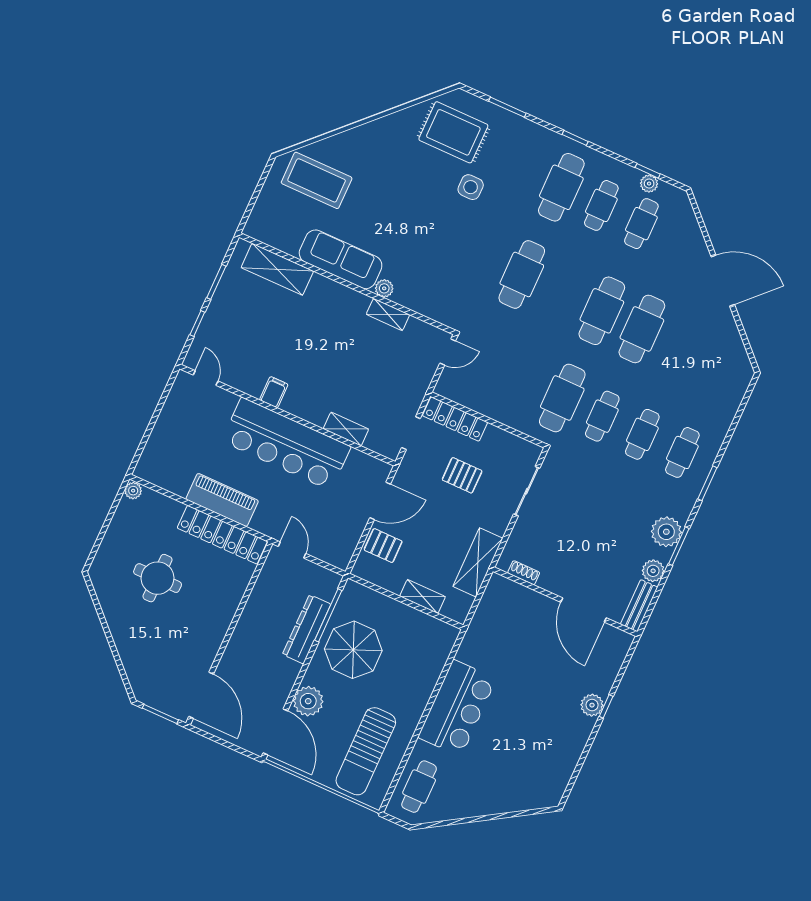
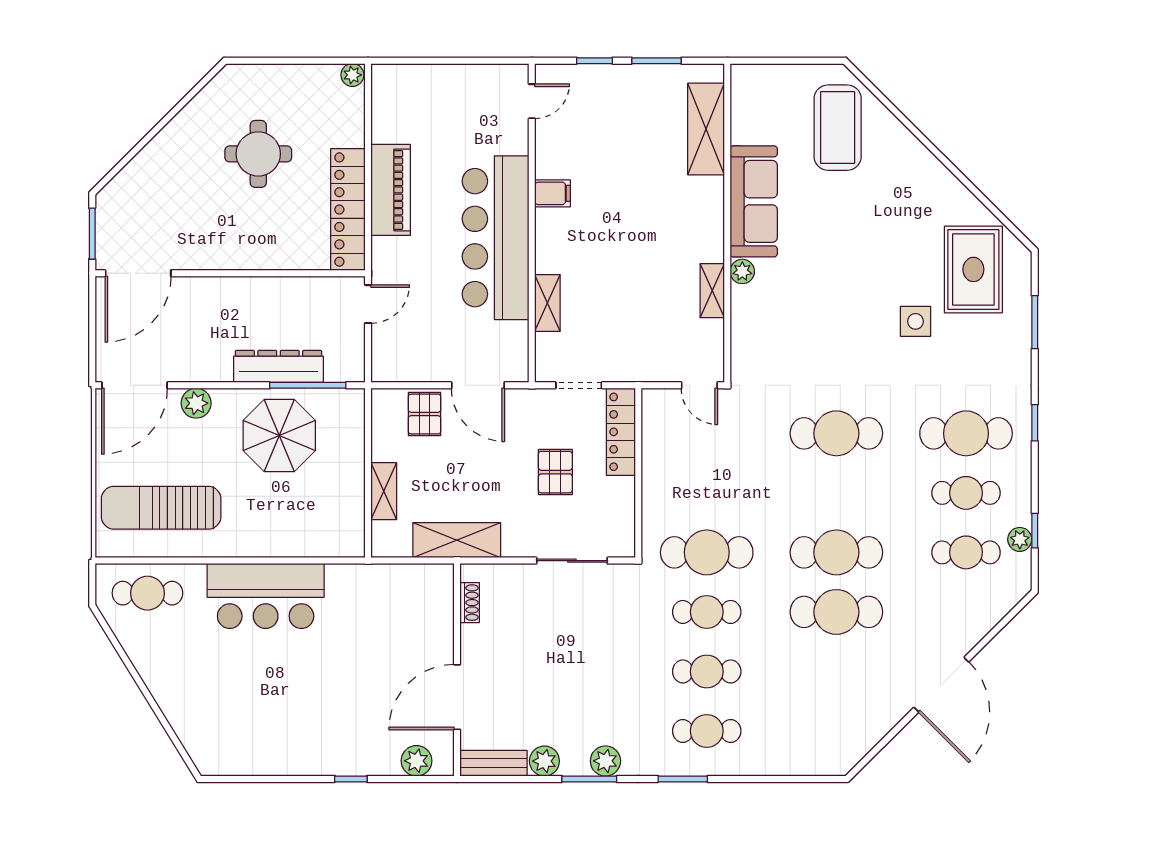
plant: (666, 532) -> (605, 761), width x0.73, depth x0.73
plant: (308, 701) -> (196, 403), width x0.73, depth x0.73
plant: (592, 705) -> (416, 761), moved

